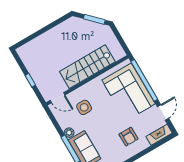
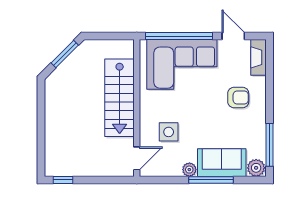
window: (30, 80) -> (63, 180), moved

